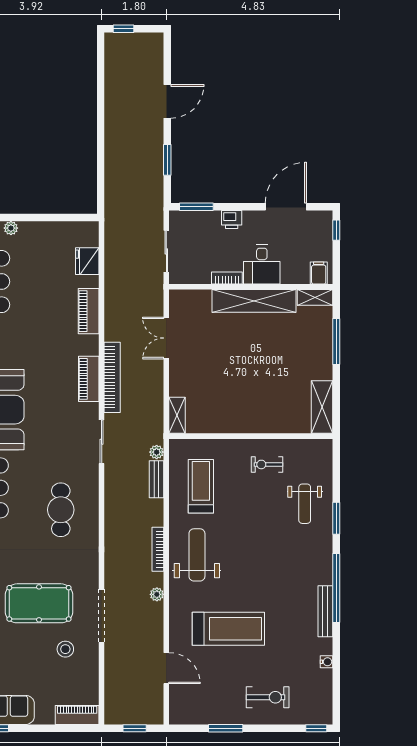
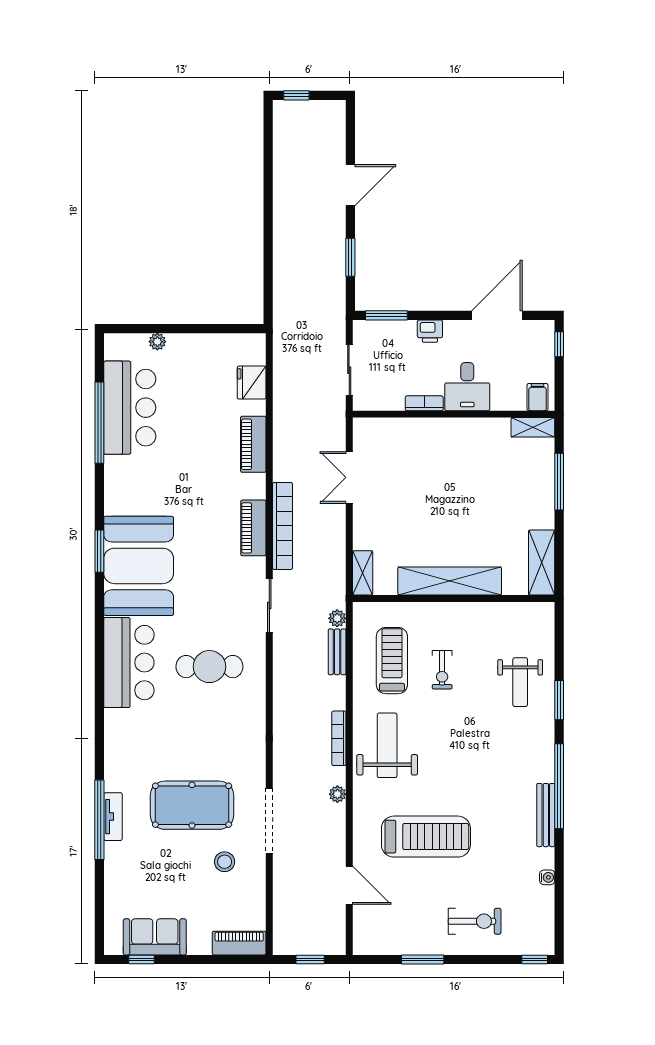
shelving: (254, 301) -> (450, 581), moved
exercise bike: (267, 464) -> (442, 670), moved, turned -90
cafe table: (61, 510) -> (209, 667), moved, turned 90

